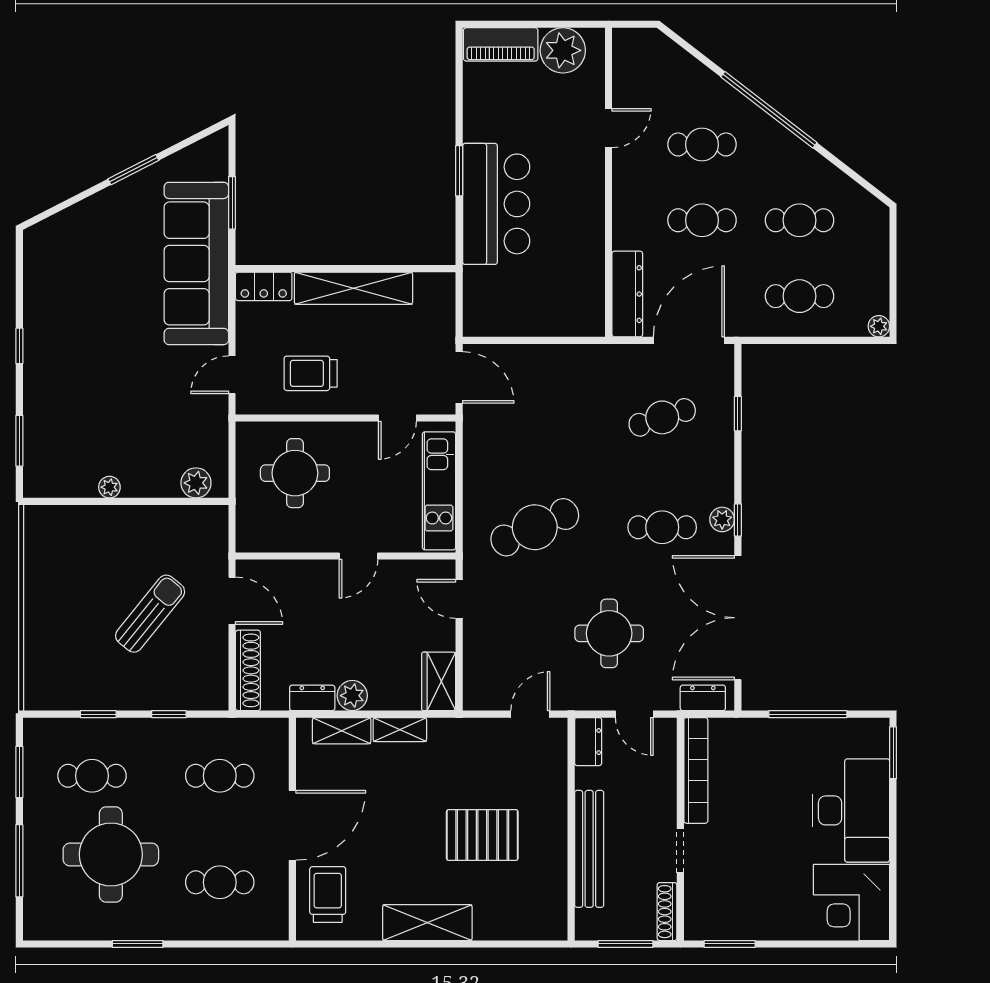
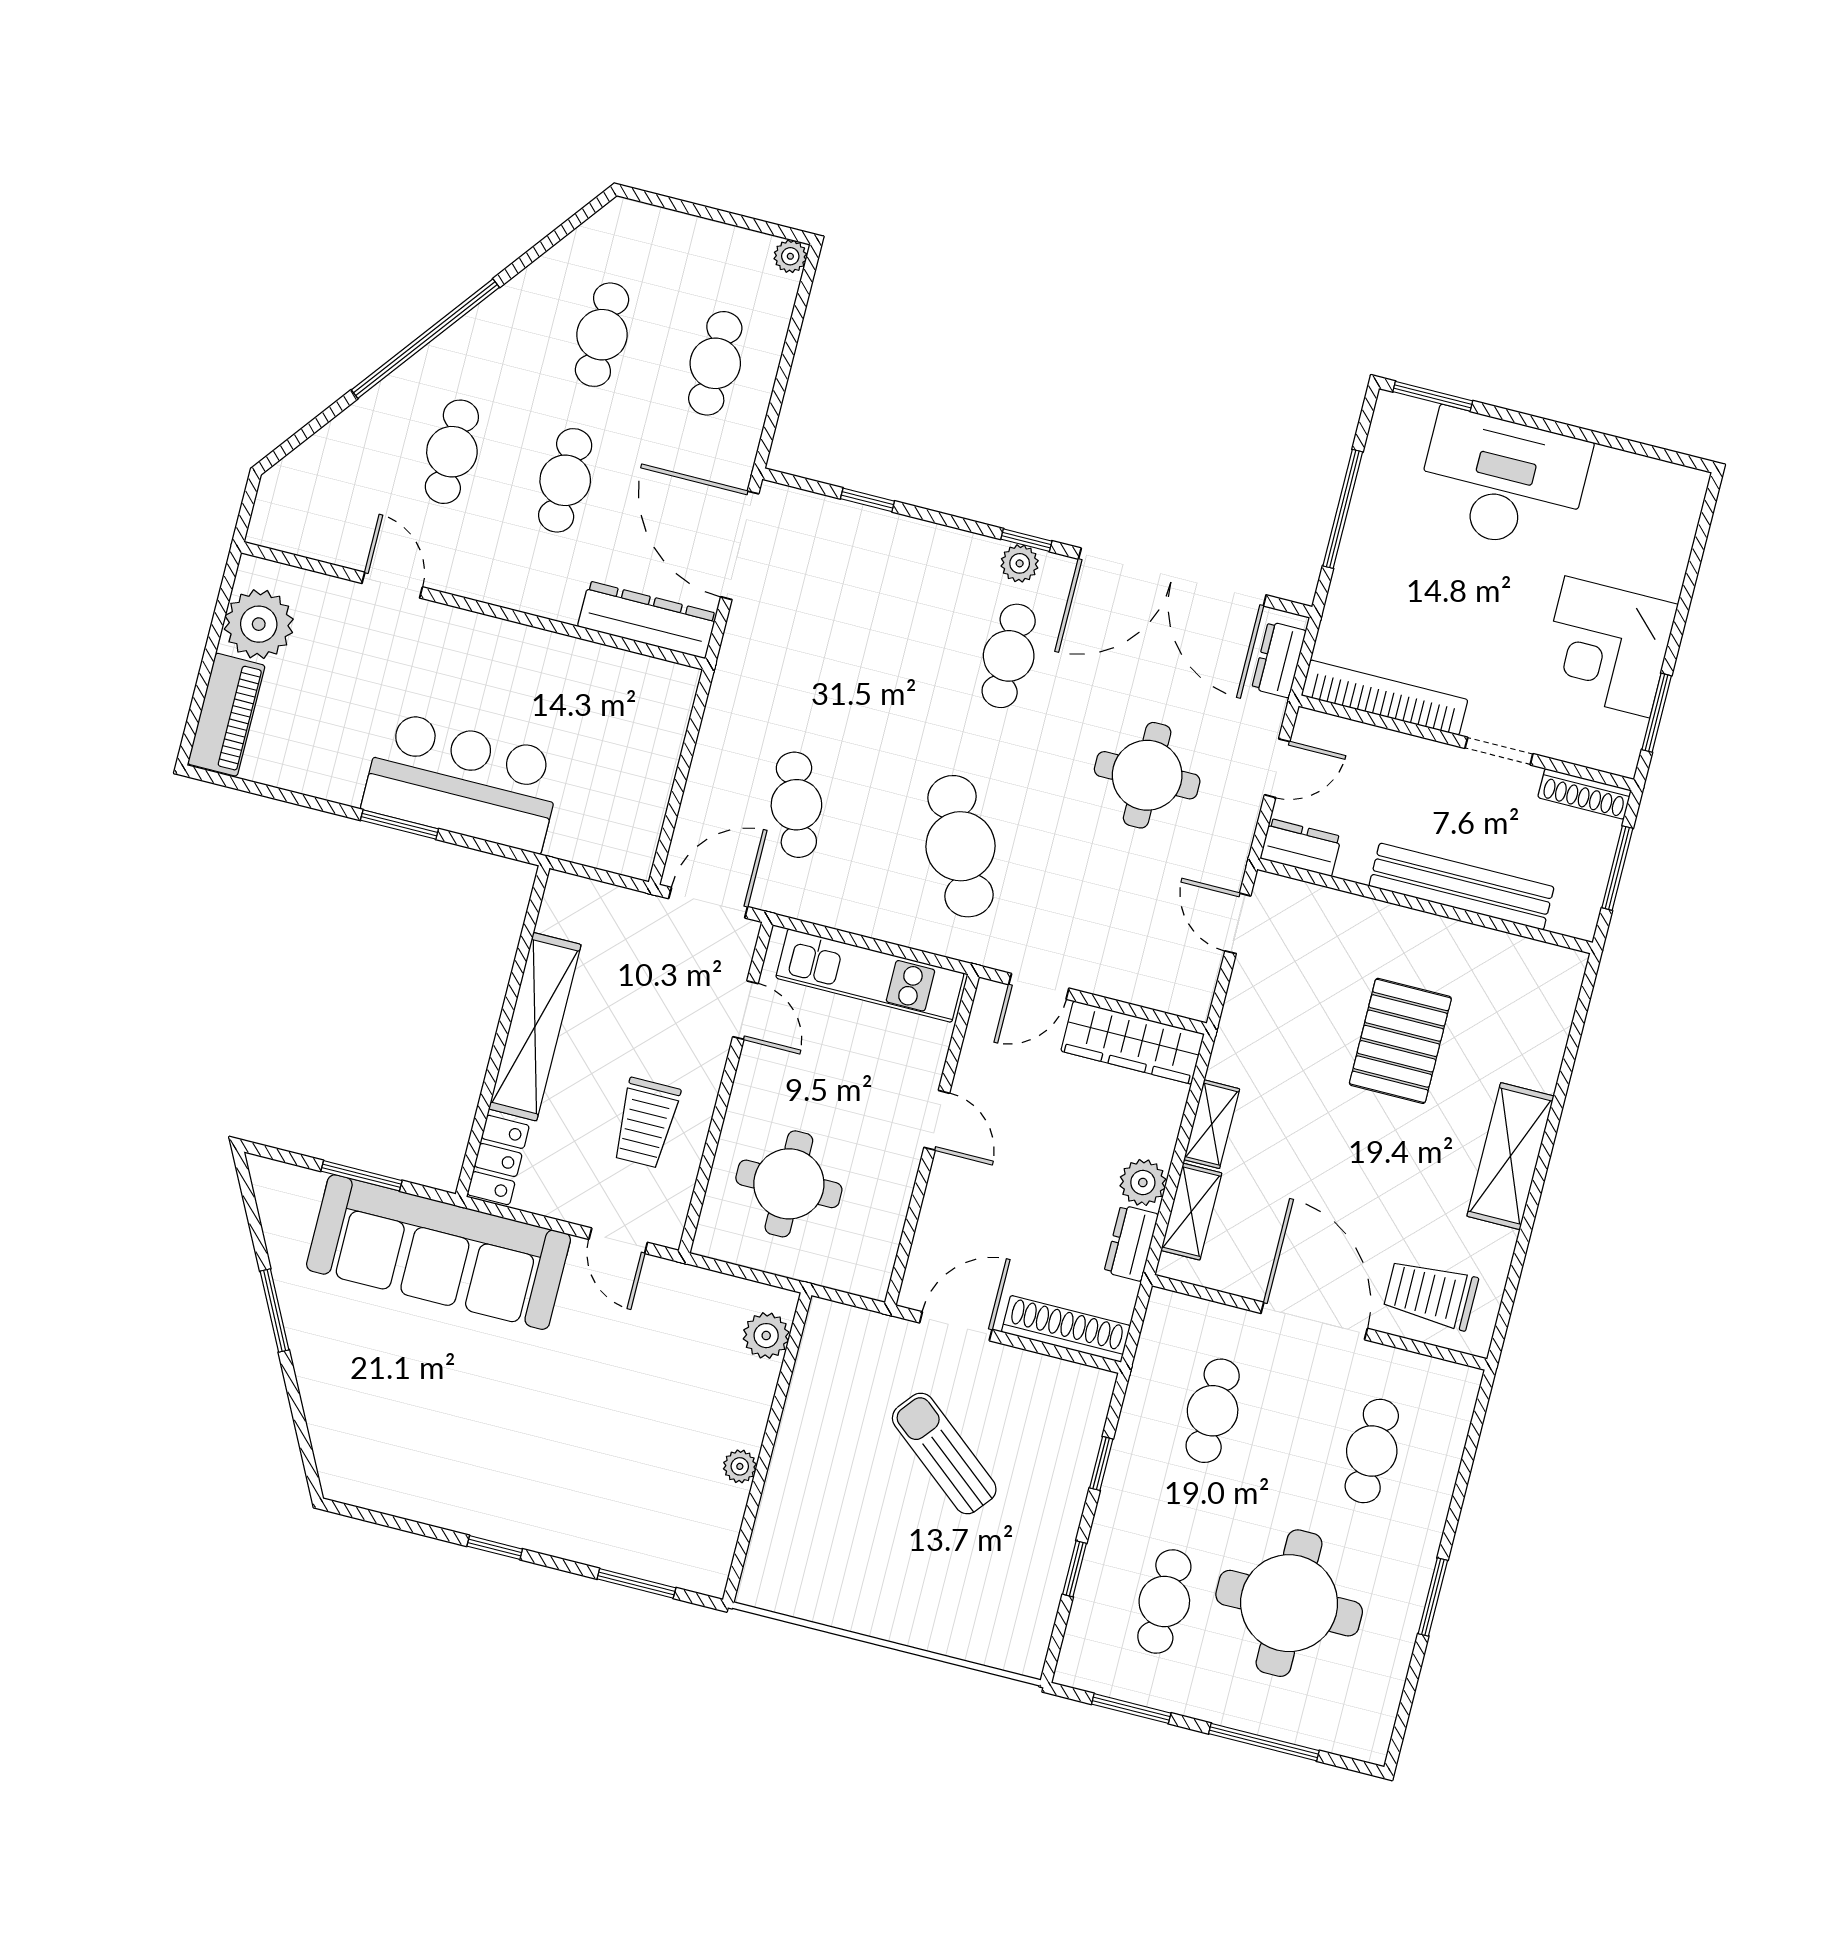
cafe table: (662, 417) -> (796, 805), moved
wardrobe: (439, 681) -> (1133, 1042), width x1.50
corner desk: (852, 902) -> (1607, 647), moved, turned 90

